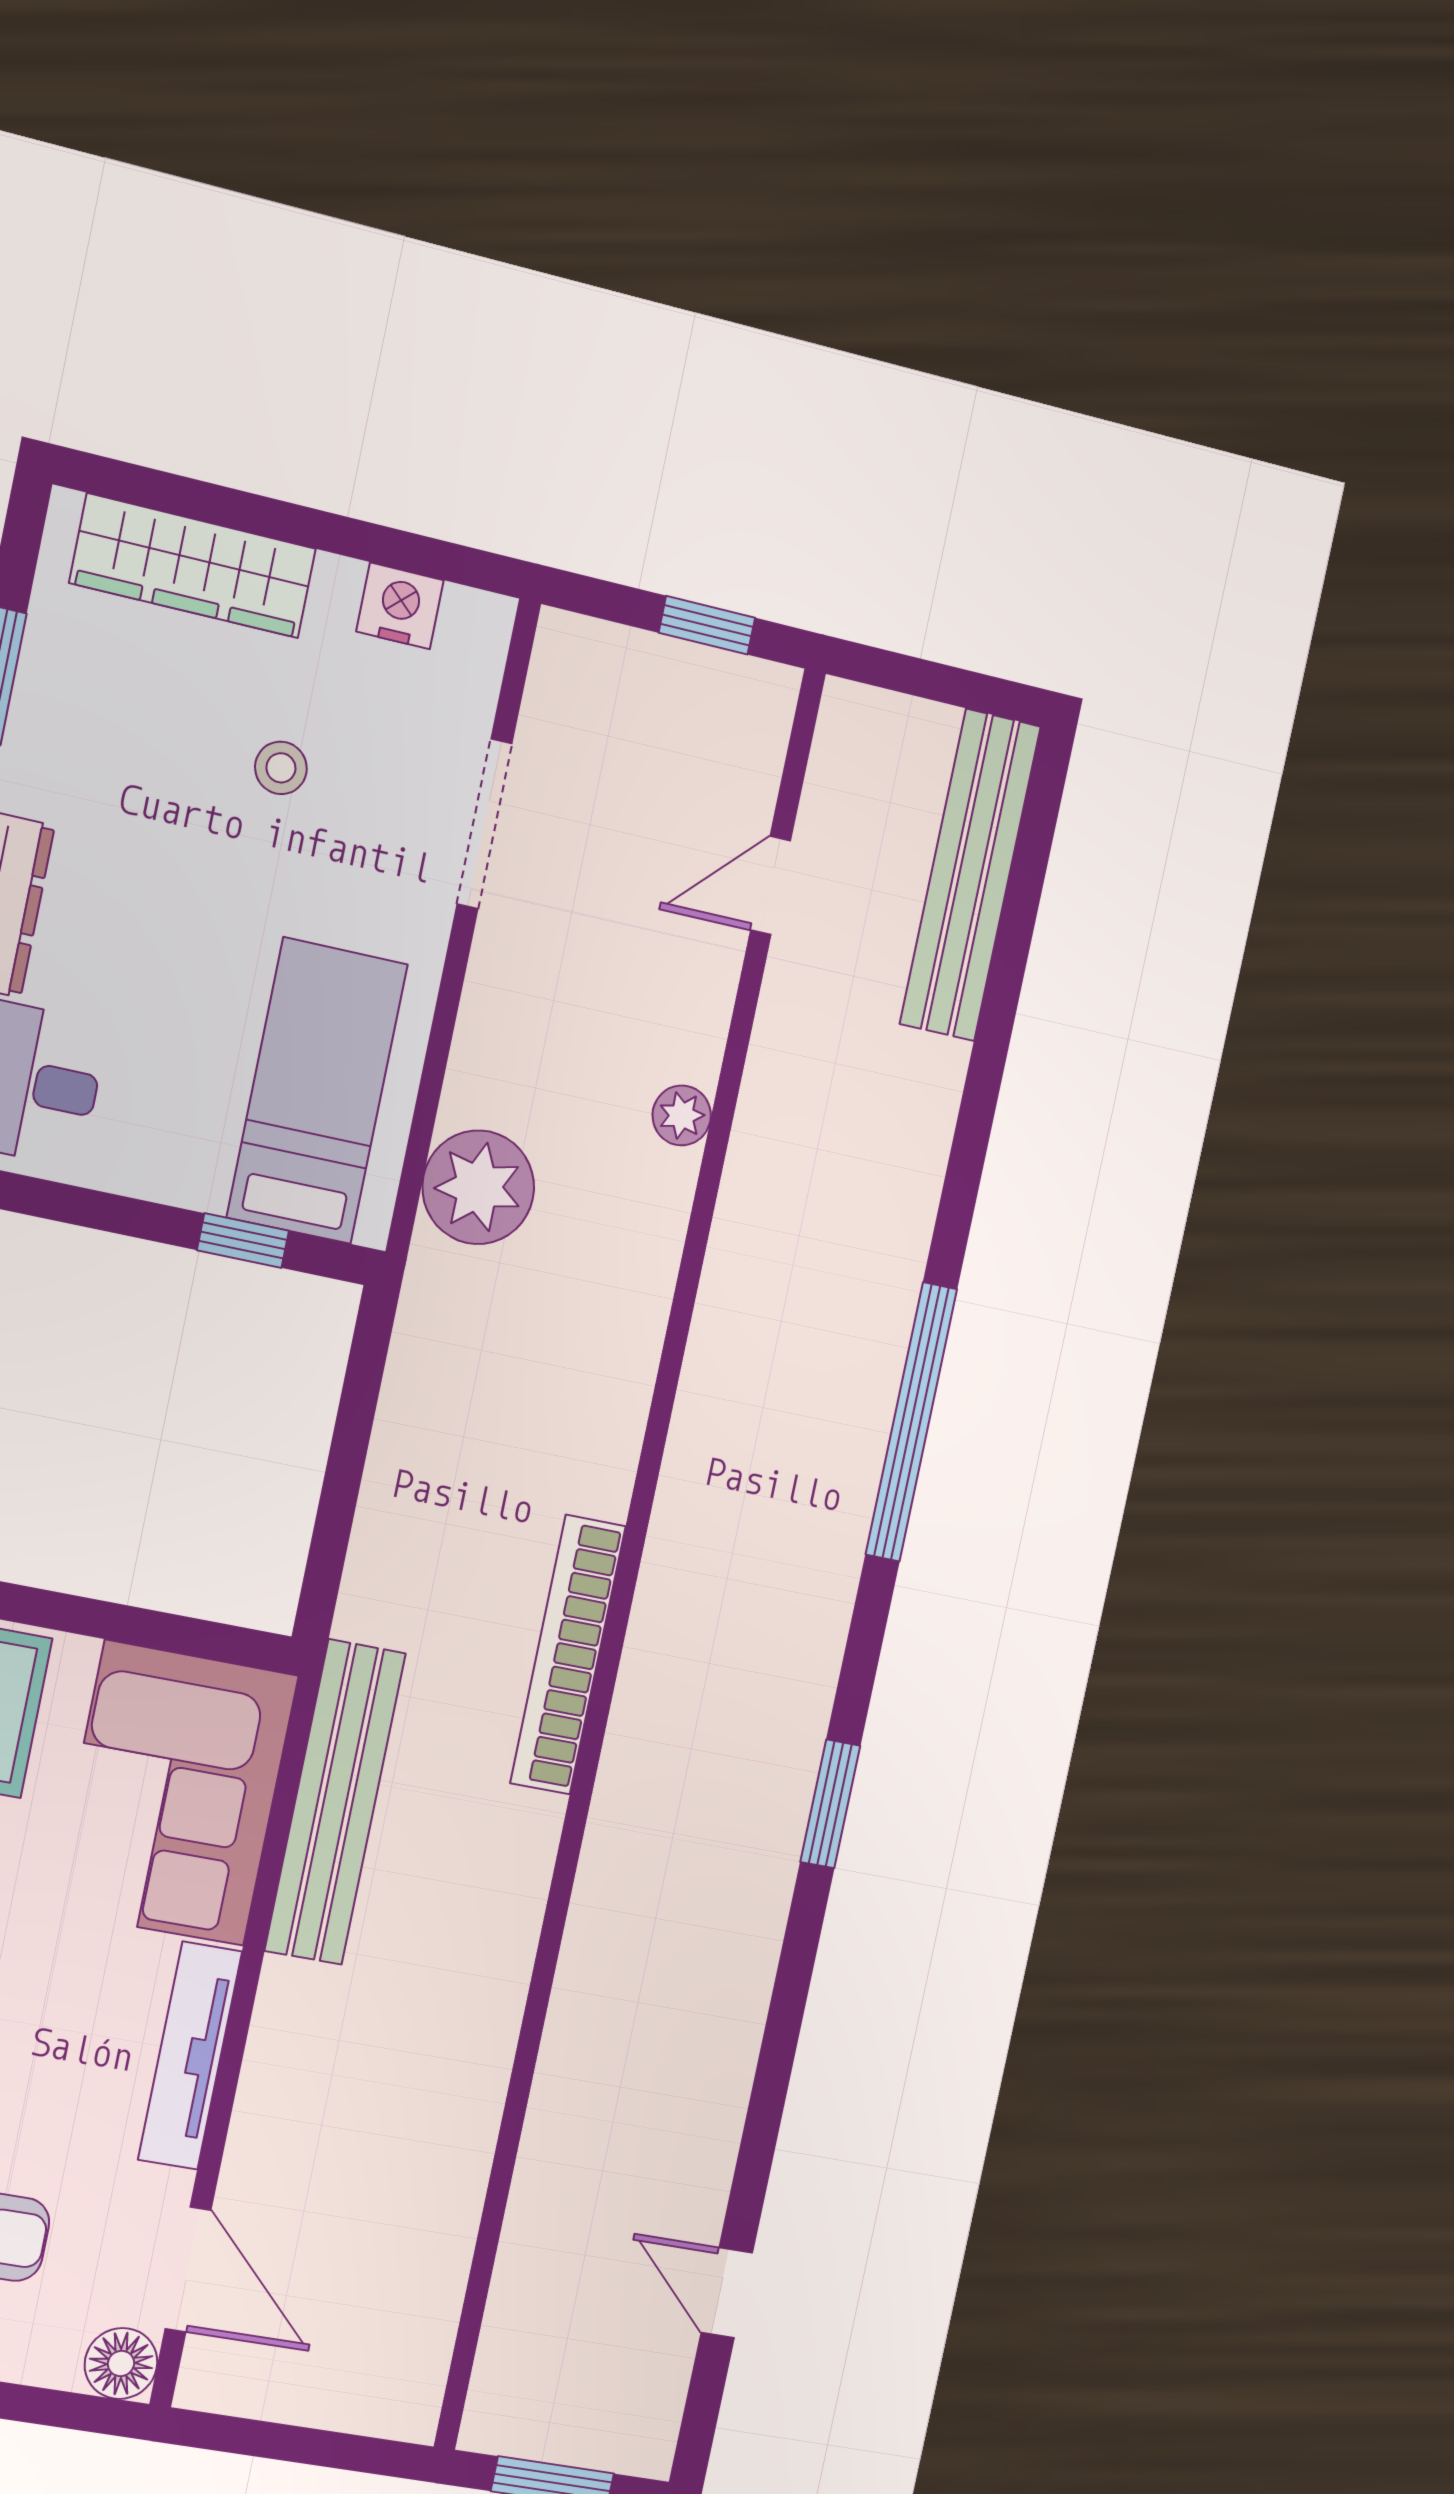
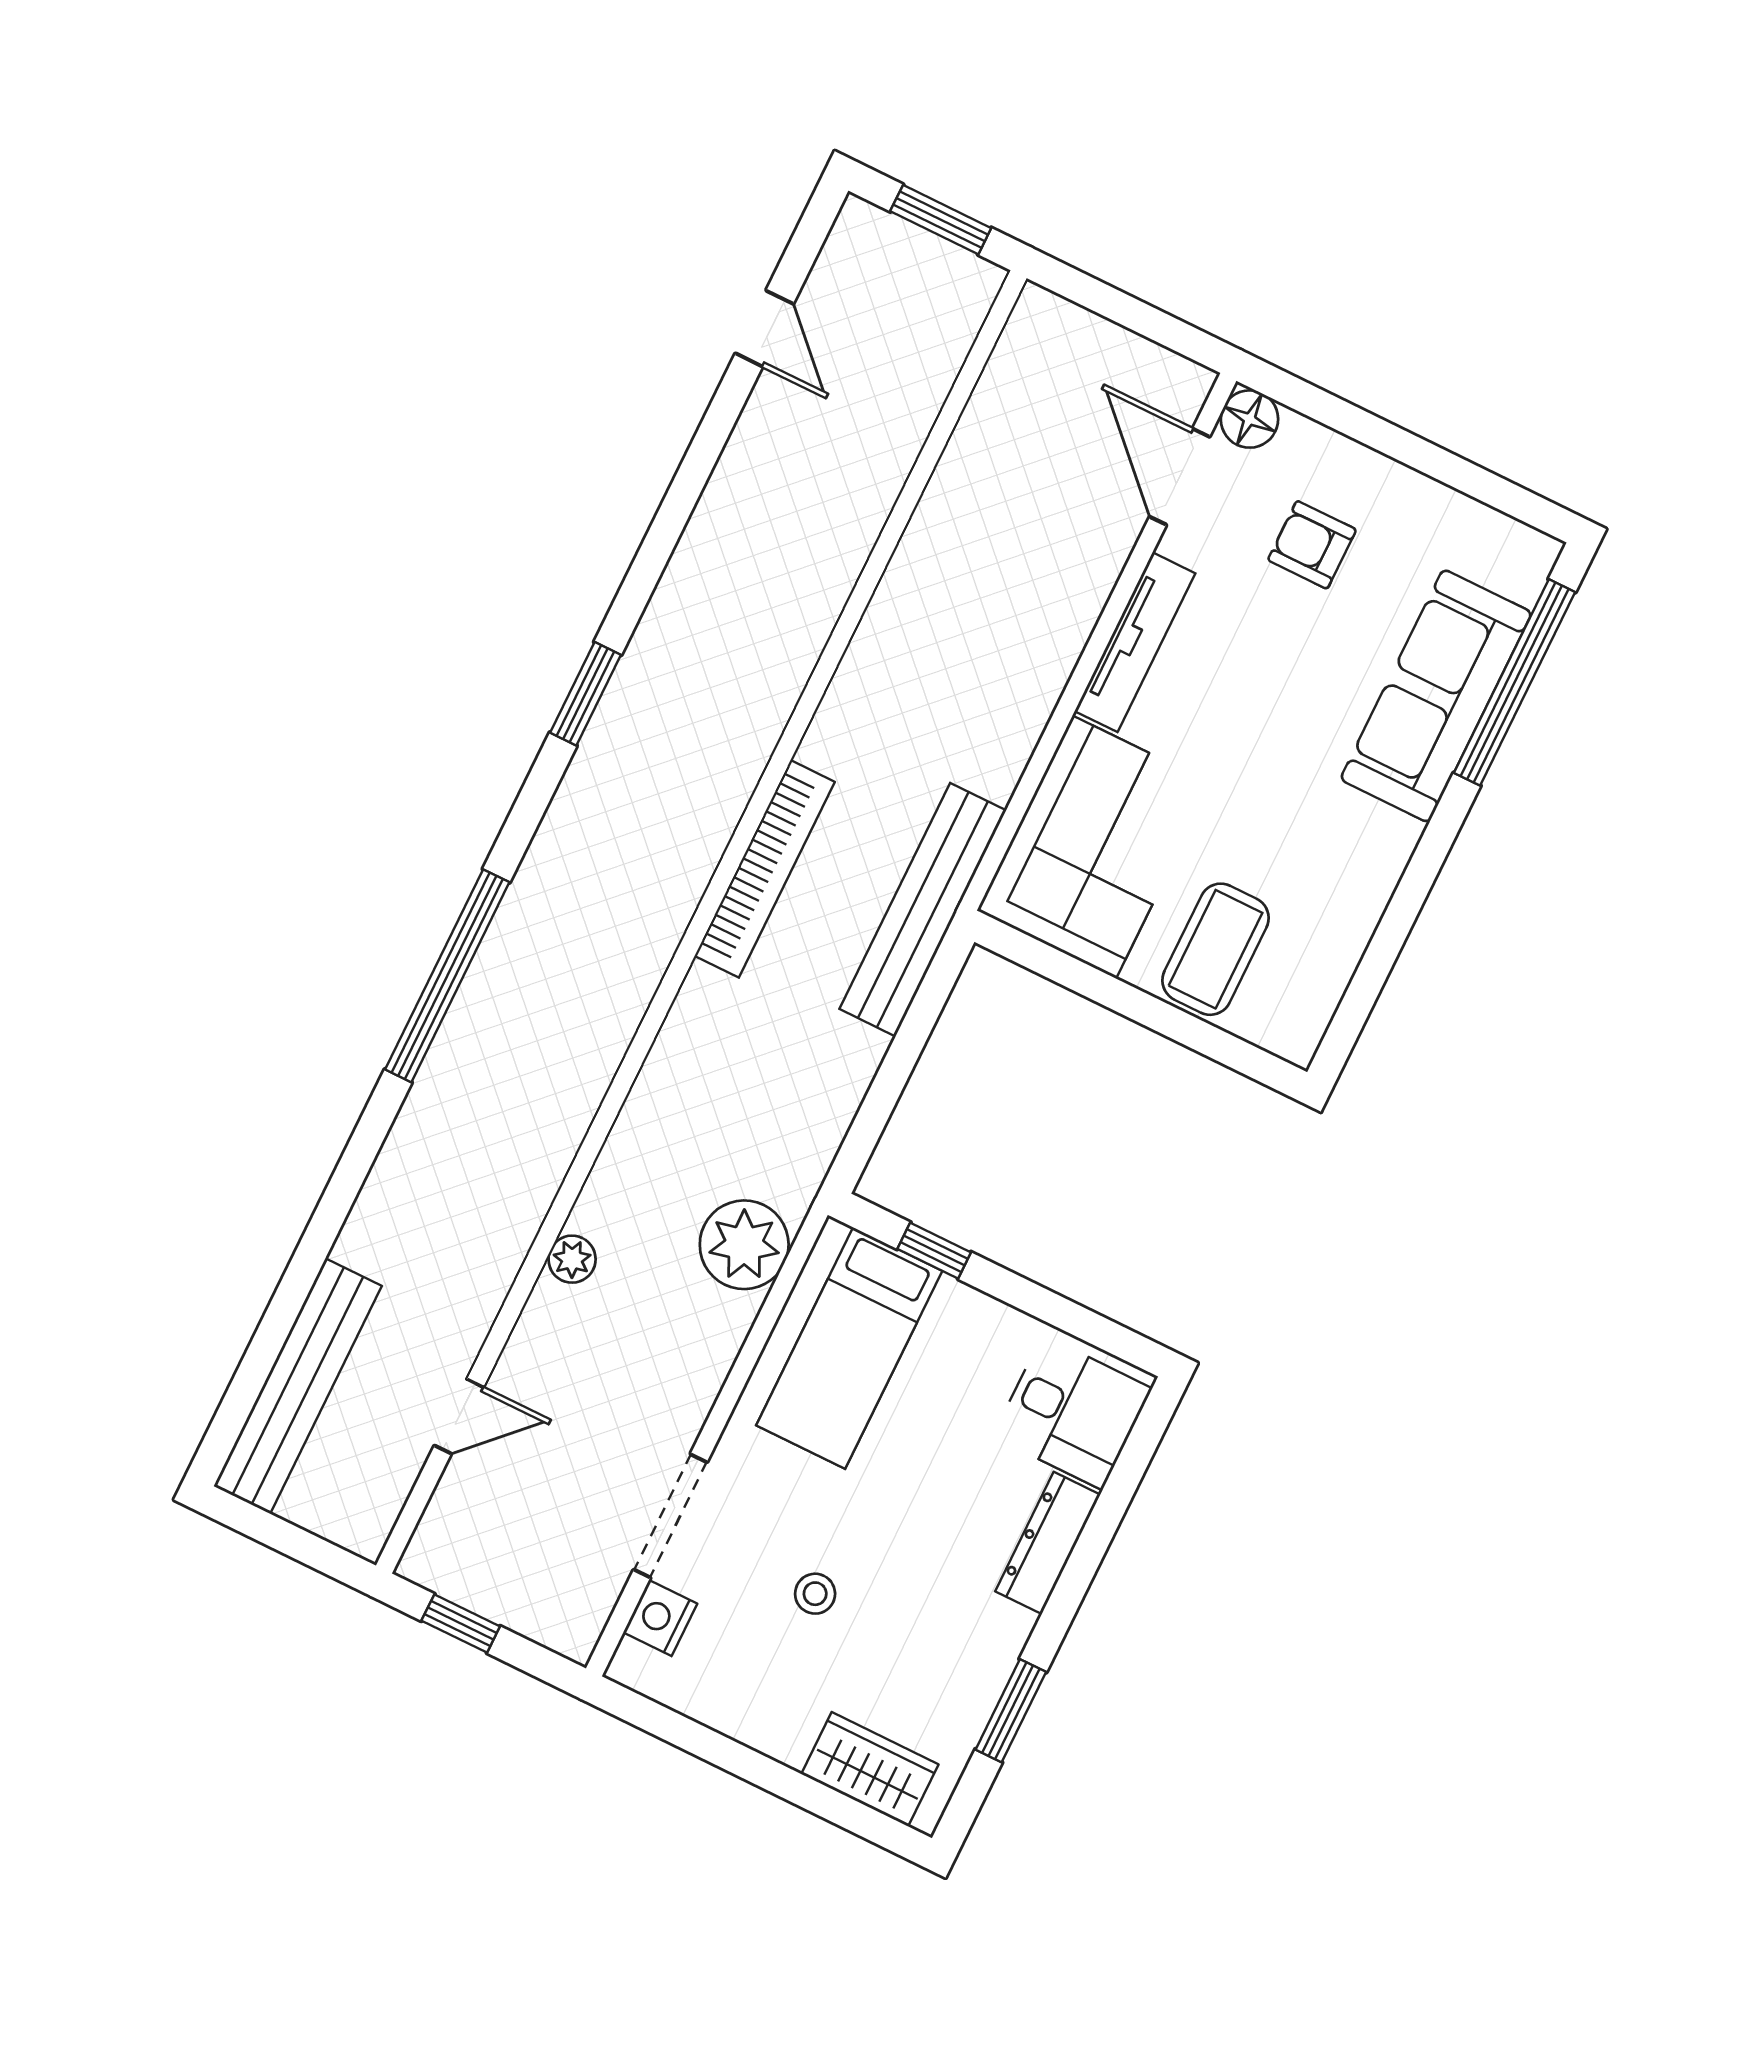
wardrobe: (193, 566) -> (870, 1769), width x0.67
nightstand: (400, 606) -> (660, 1618), moved, turned 90
bench: (335, 1802) -> (923, 910), moved

